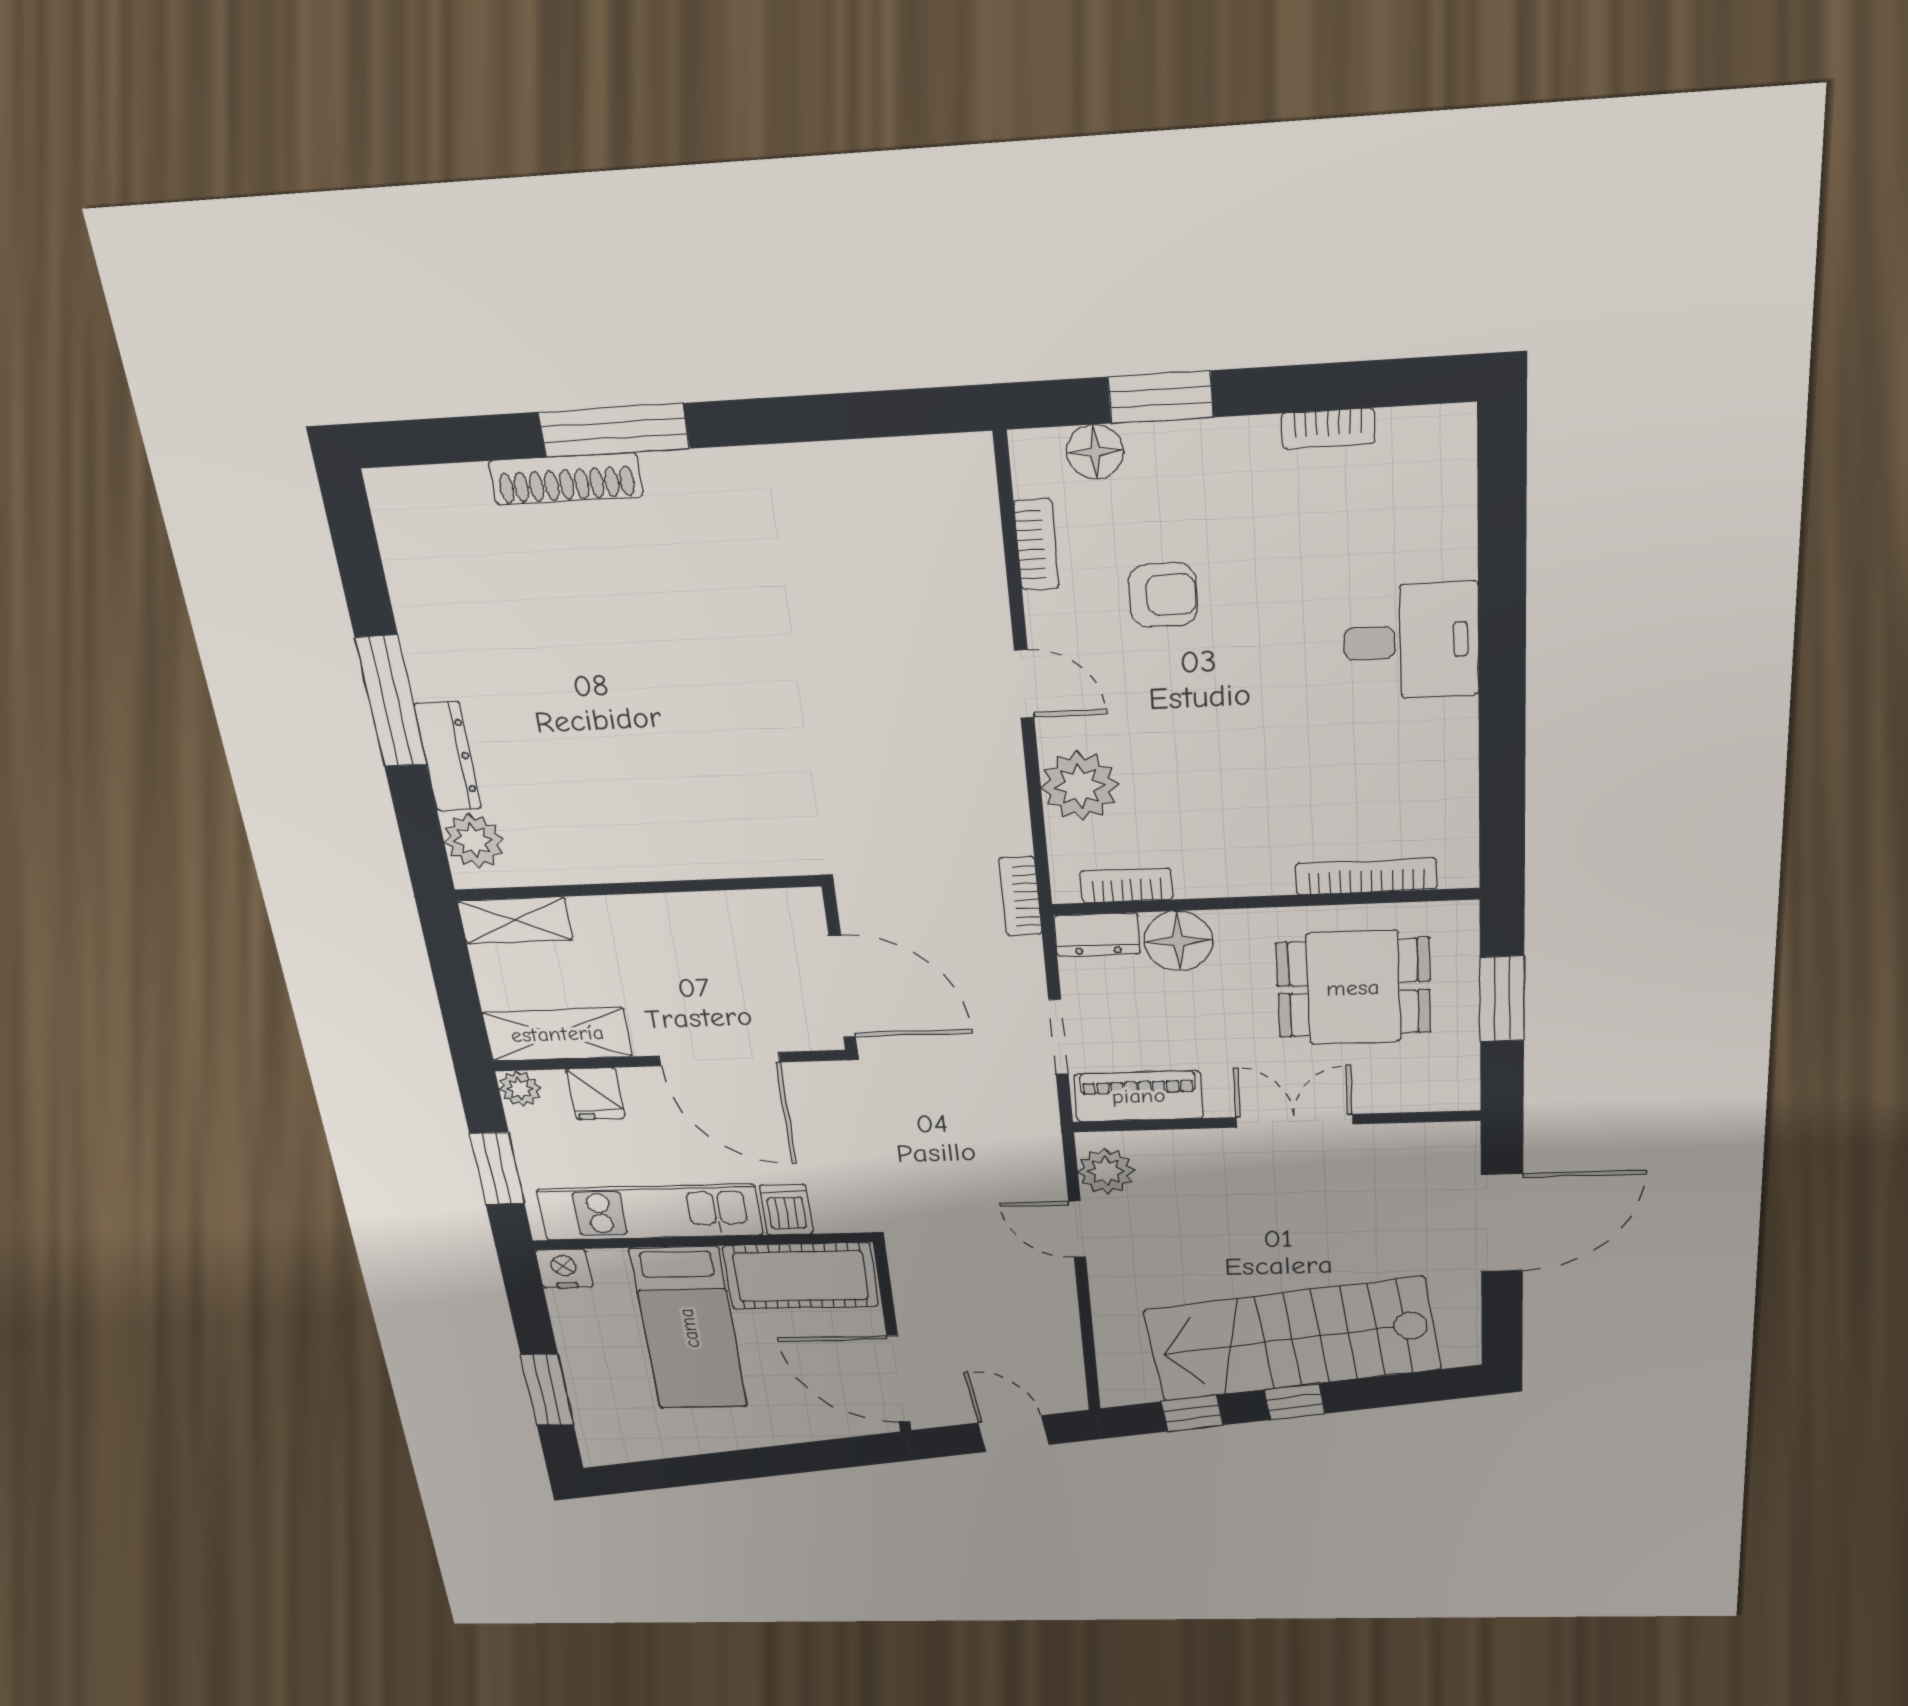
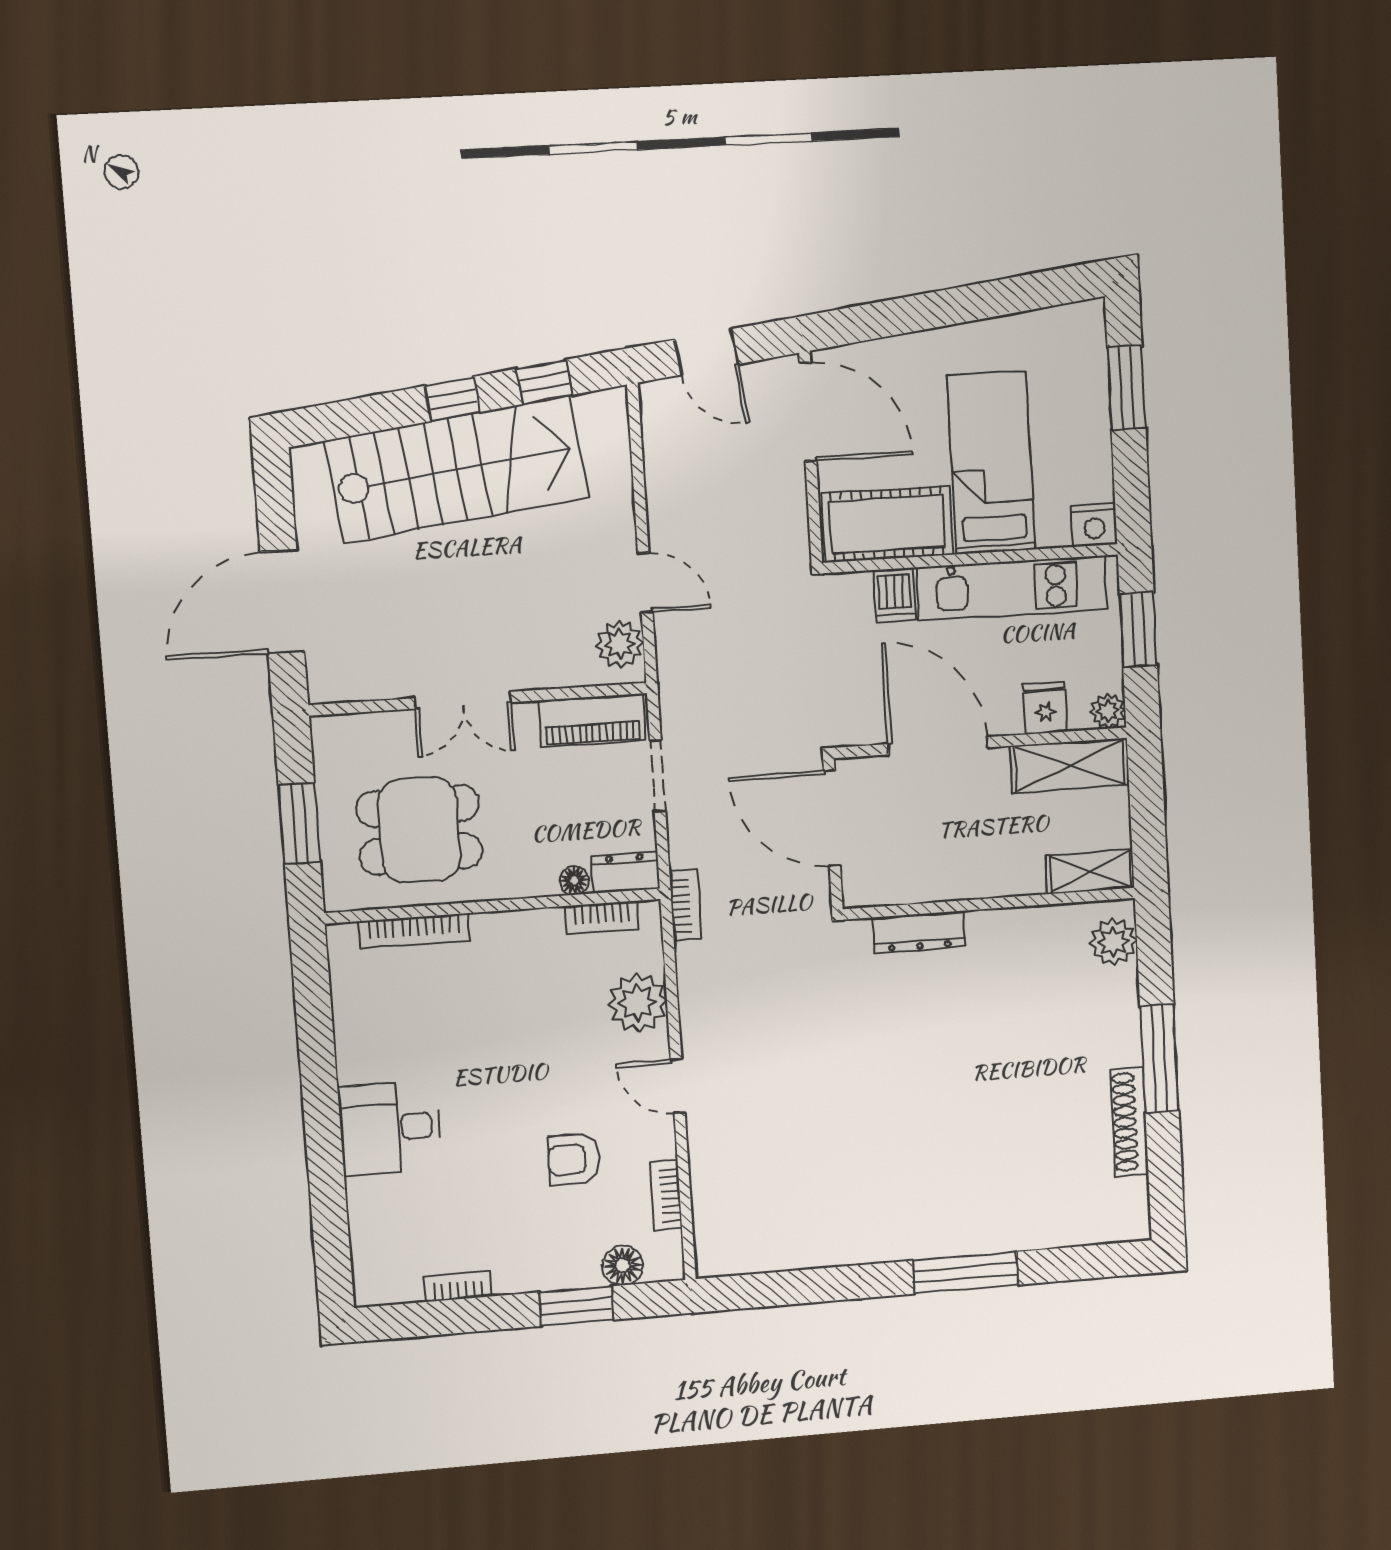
shoe rack: (566, 479) -> (1129, 1122), moved, turned -90
dresser: (448, 756) -> (919, 932), moved, turned -90
floor lamp: (1178, 941) -> (574, 881), width x0.53, depth x0.53

